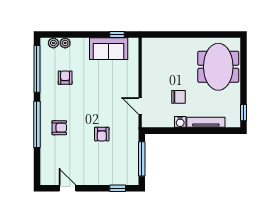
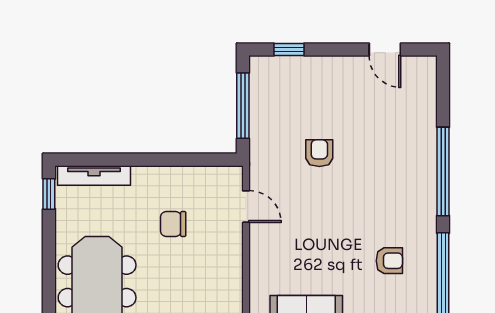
armchair: (65, 78) -> (389, 261), turned -90
water cooler: (180, 122) -> (170, 176), removed
tv unit: (206, 122) -> (94, 175), moved
armchair: (59, 128) -> (400, 165), removed

